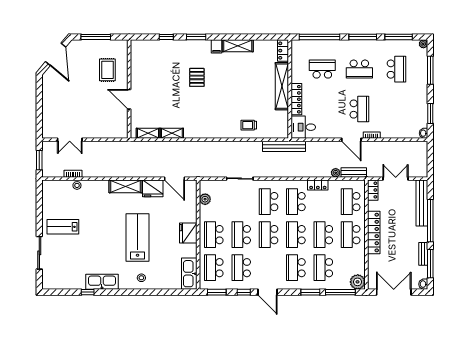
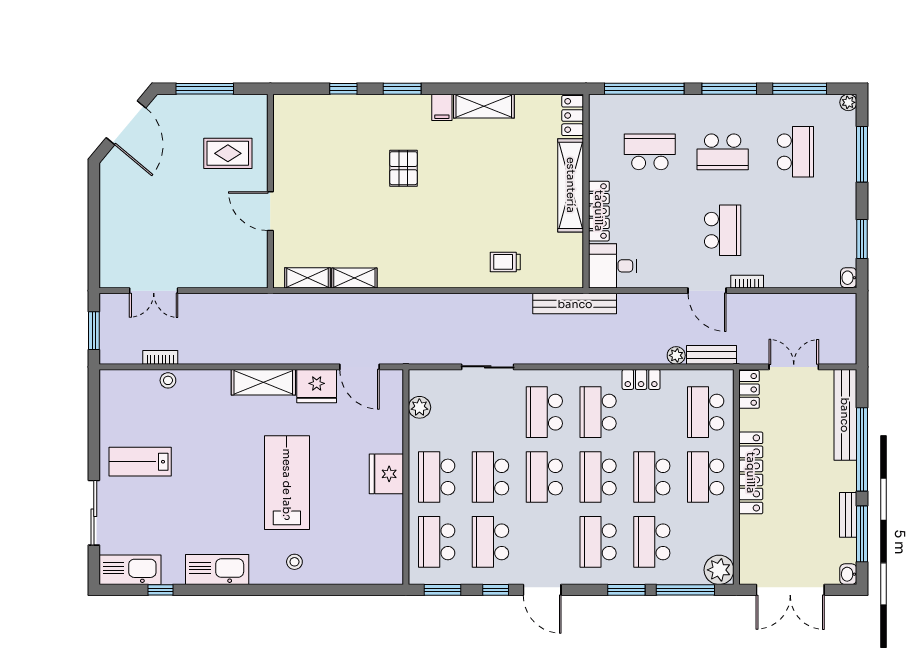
rug: (107, 70) -> (228, 153), turned 90
kitchen sink: (189, 274) -> (130, 570), moved, turned 90
window: (88, 292) -> (161, 590), moved
double door: (394, 292) -> (790, 590), swing flipped

